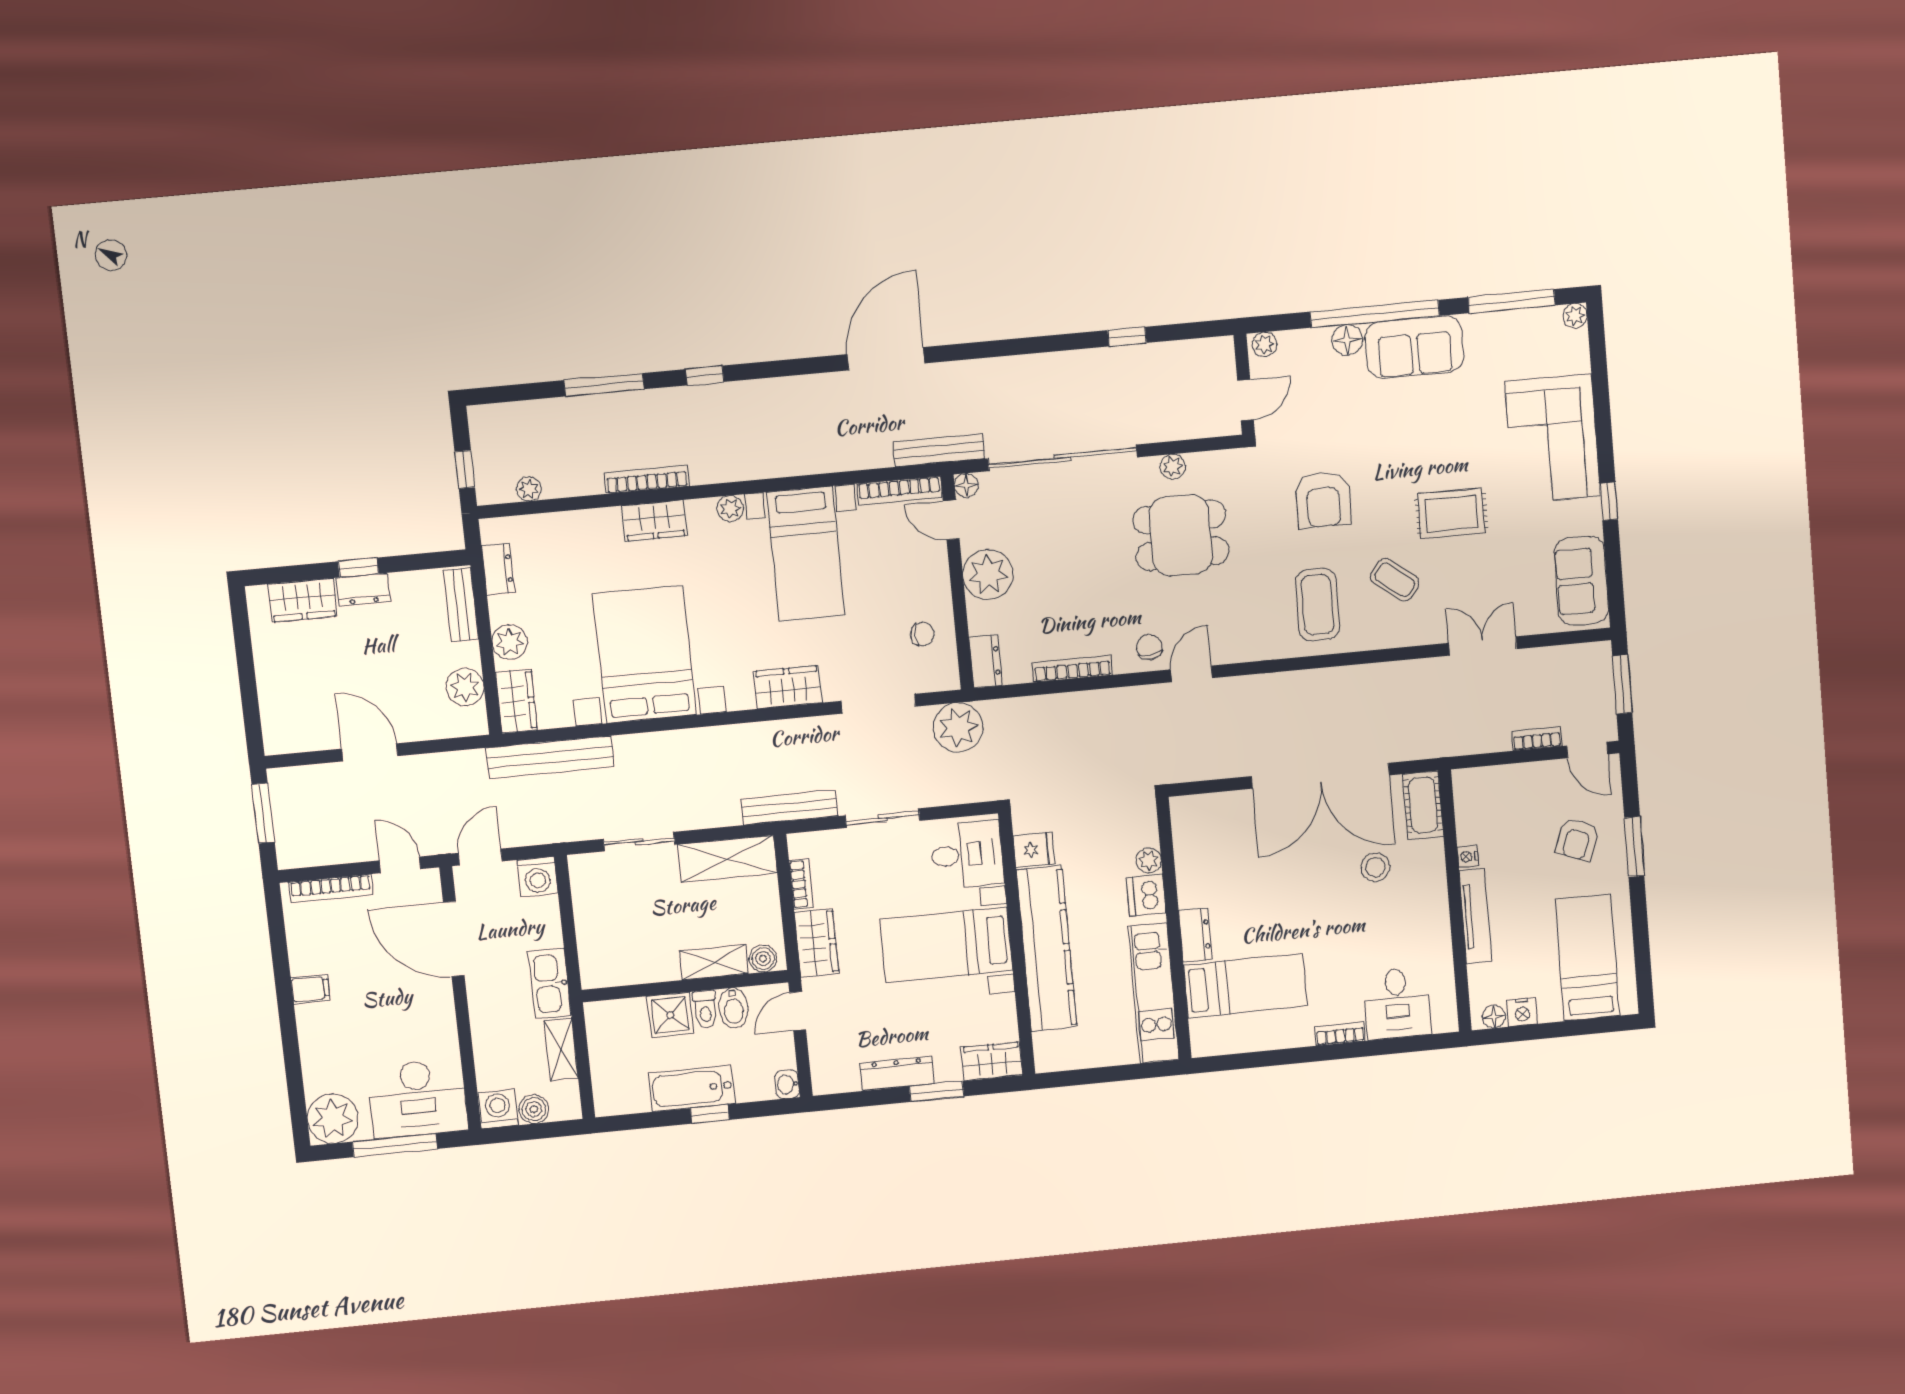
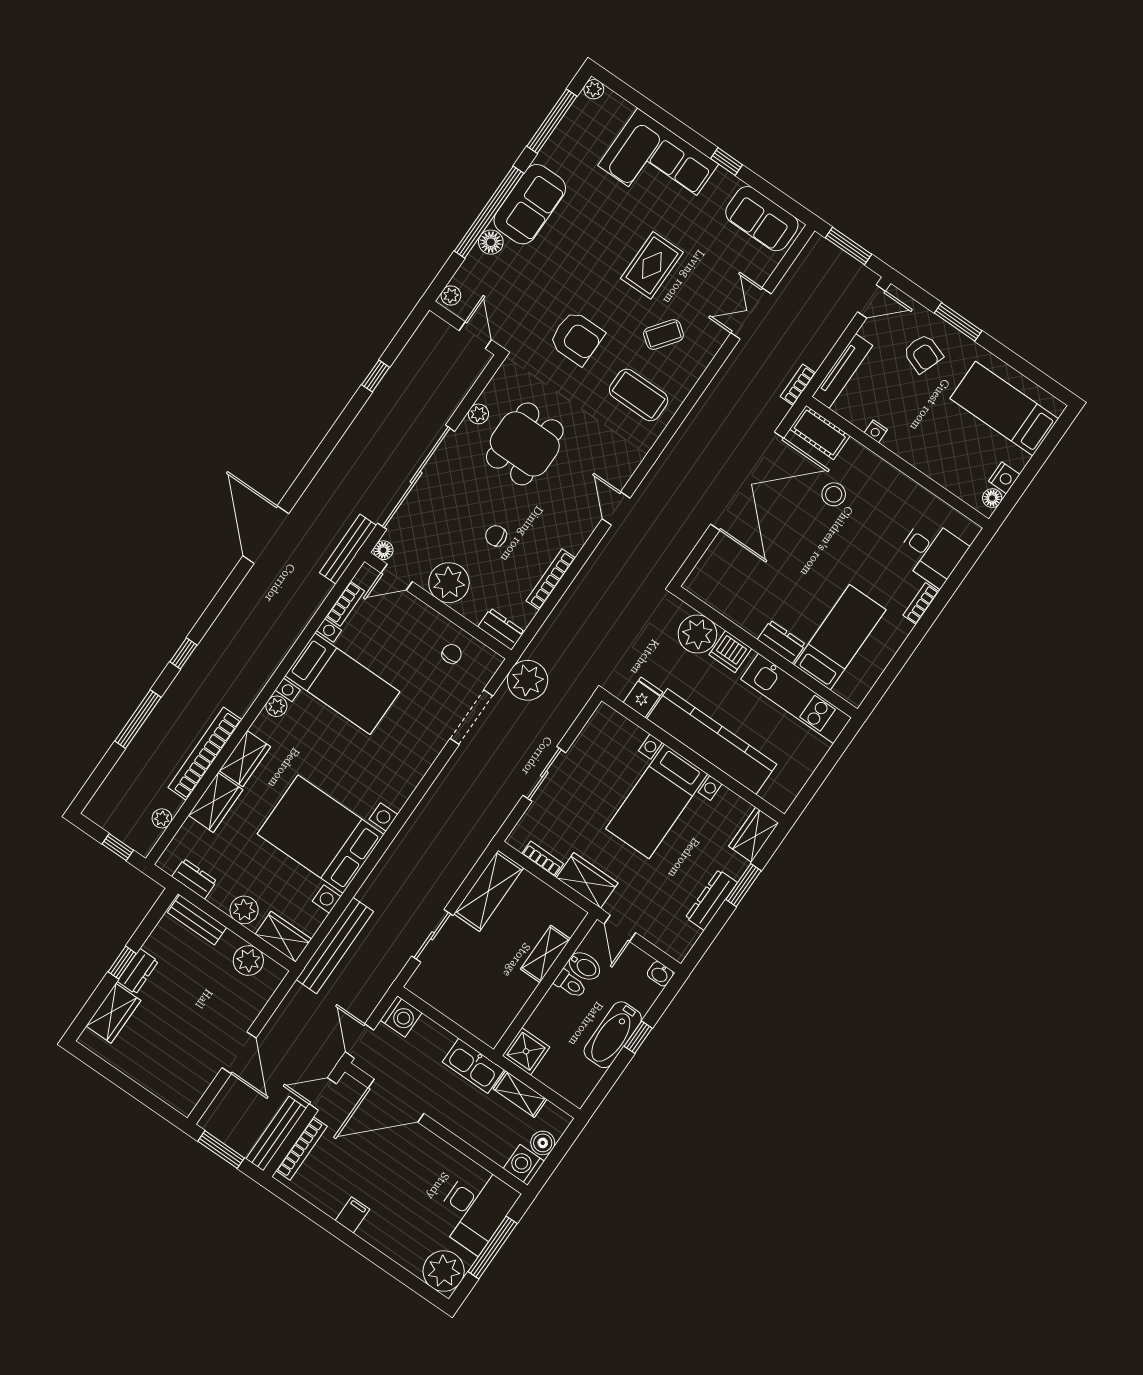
bookcase: (647, 479) -> (205, 754), width x1.48, depth x1.31
bookcase: (899, 490) -> (345, 604), width x0.64
chair: (1149, 647) -> (496, 536), moved
wardrobe: (788, 687) -> (216, 803), moved, turned 180
bookcase: (1537, 739) -> (798, 385), moved
door: (370, 752) -> (239, 1053), swing flipped
bench: (789, 808) -> (276, 1134), moved
desk: (967, 854) -> (611, 741), removed
plant: (1149, 860) -> (697, 634), width x1.87, depth x1.87
tv unit: (1475, 916) -> (842, 371), moved, turned 90
boiler: (763, 958) -> (569, 922), removed
shower: (670, 1015) -> (526, 1051), moved

